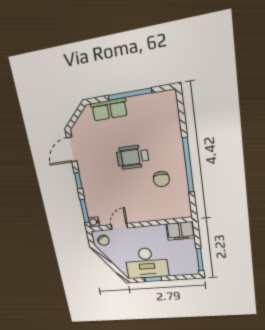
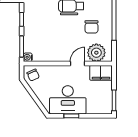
plant: (172, 209) -> (96, 53), added
door: (119, 226) -> (77, 64), moved

